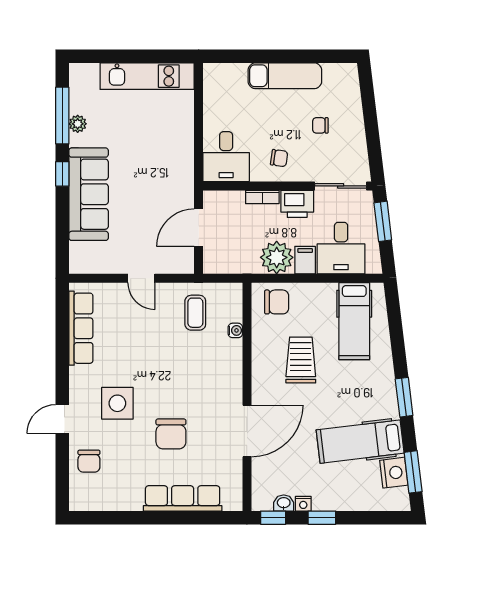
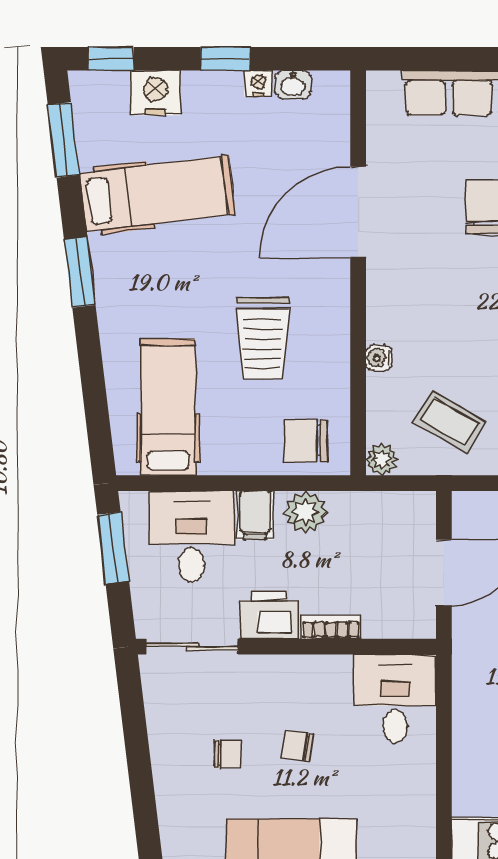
chair: (279, 158) -> (298, 746), moved
window: (383, 221) -> (113, 548), moved
plant: (277, 257) -> (305, 512), width x0.73, depth x0.73
plant: (233, 292) -> (382, 459), added
coffee table: (195, 313) -> (450, 422), turned -60
water cooler: (235, 330) -> (379, 358), moved
nightstand: (394, 473) -> (156, 93), moved, turned 97
window: (273, 518) -> (111, 59), moved

